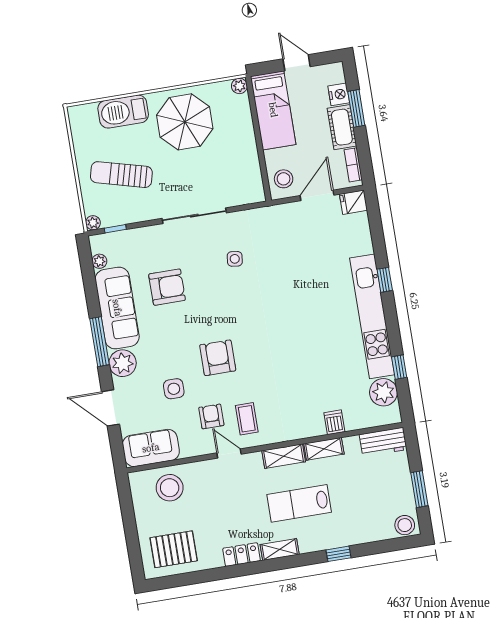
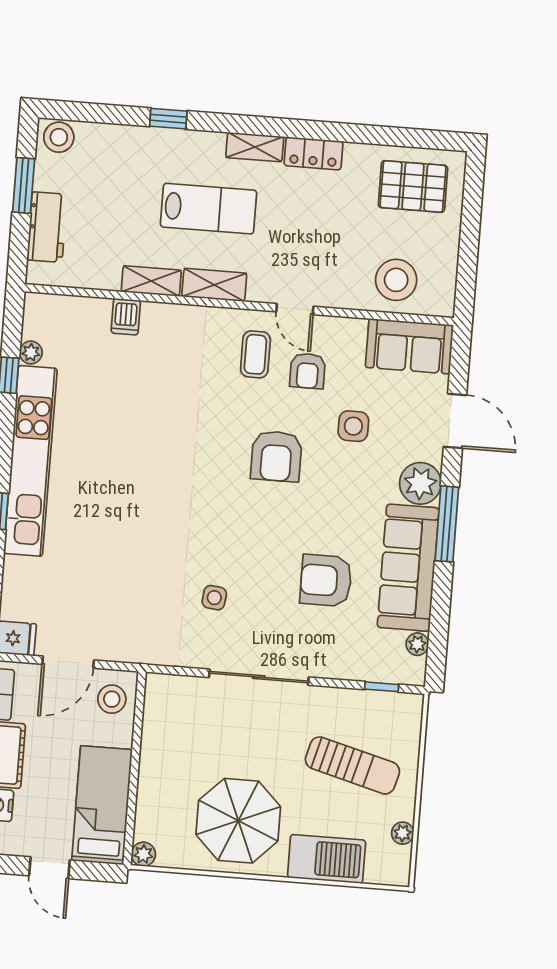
plant: (93, 223) -> (403, 833), moved
plant: (383, 392) -> (31, 353), width x0.53, depth x0.53
workbench: (383, 442) -> (47, 227), moved, turned 90

